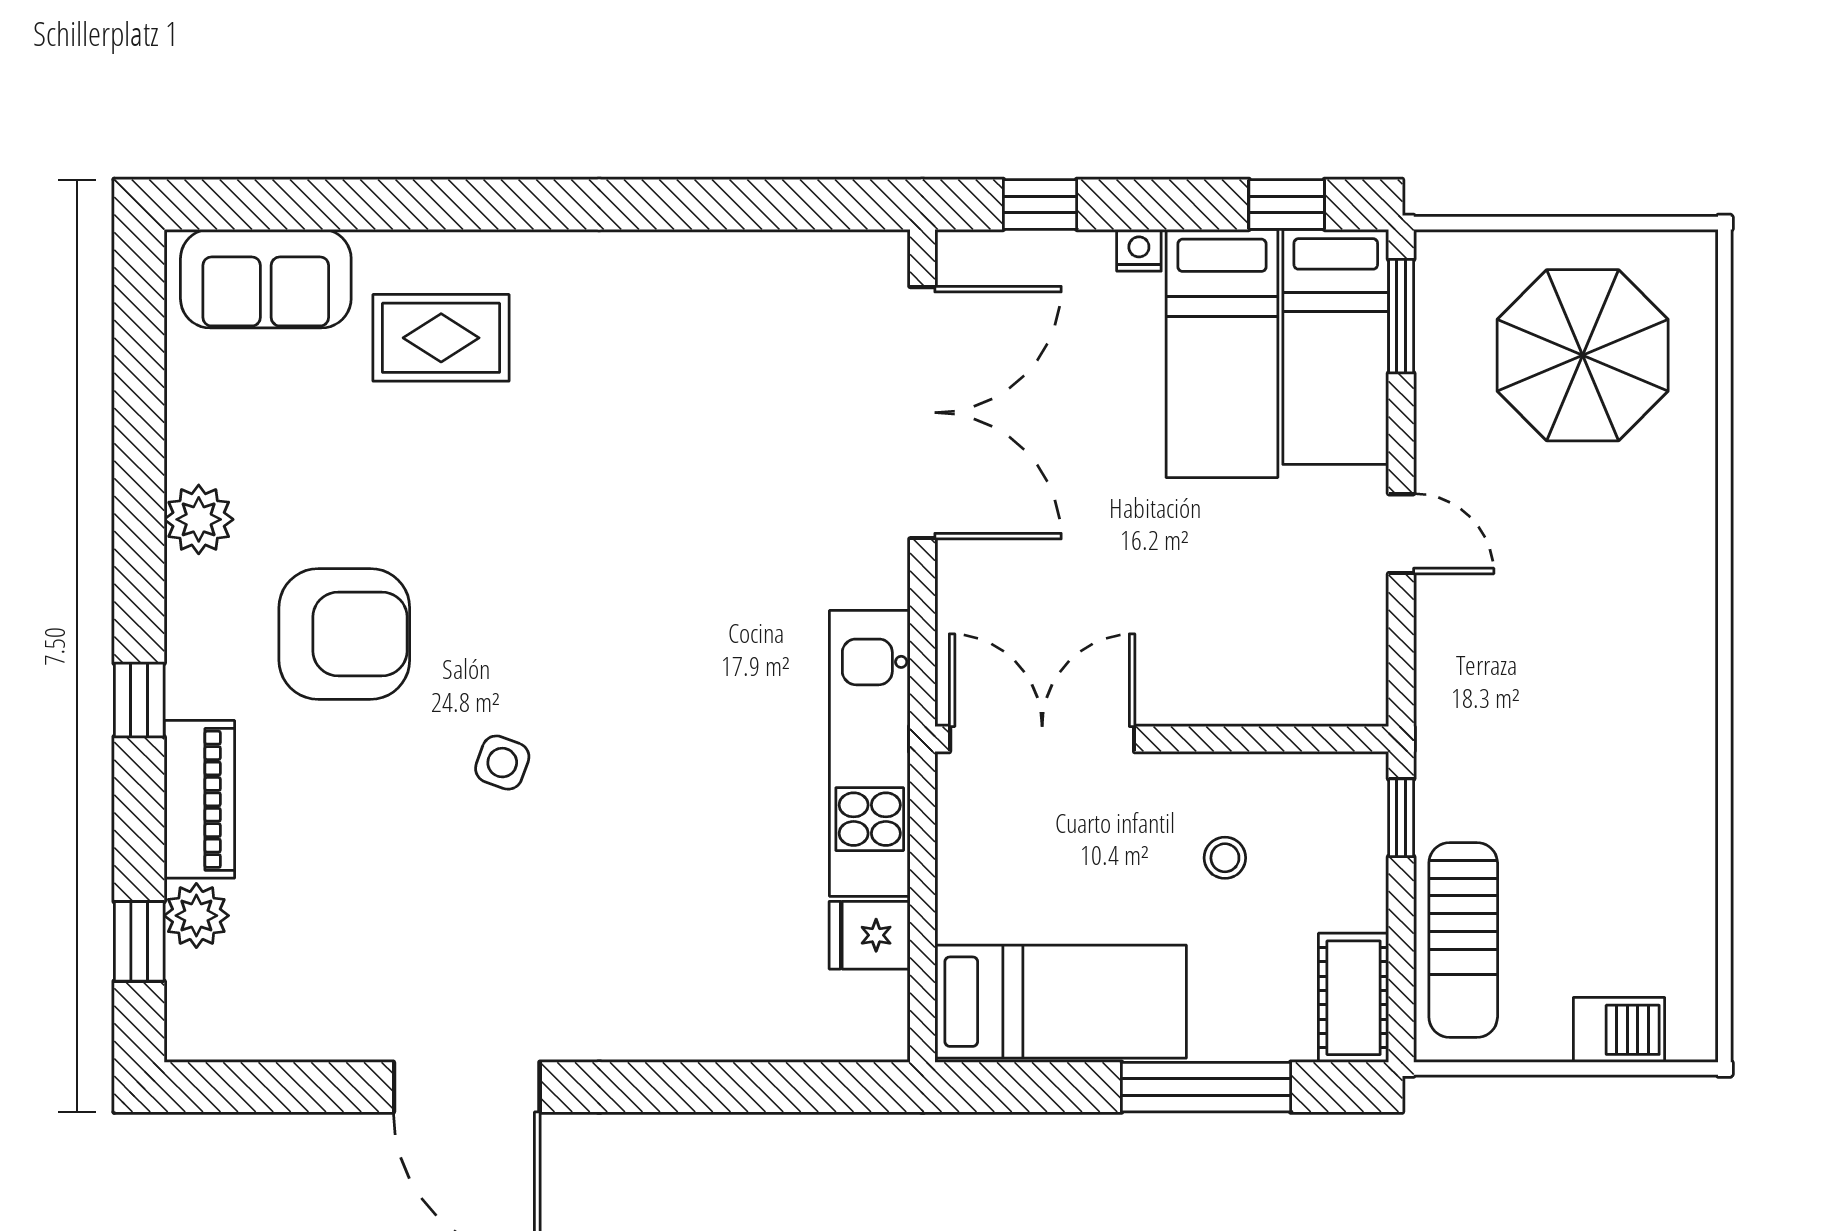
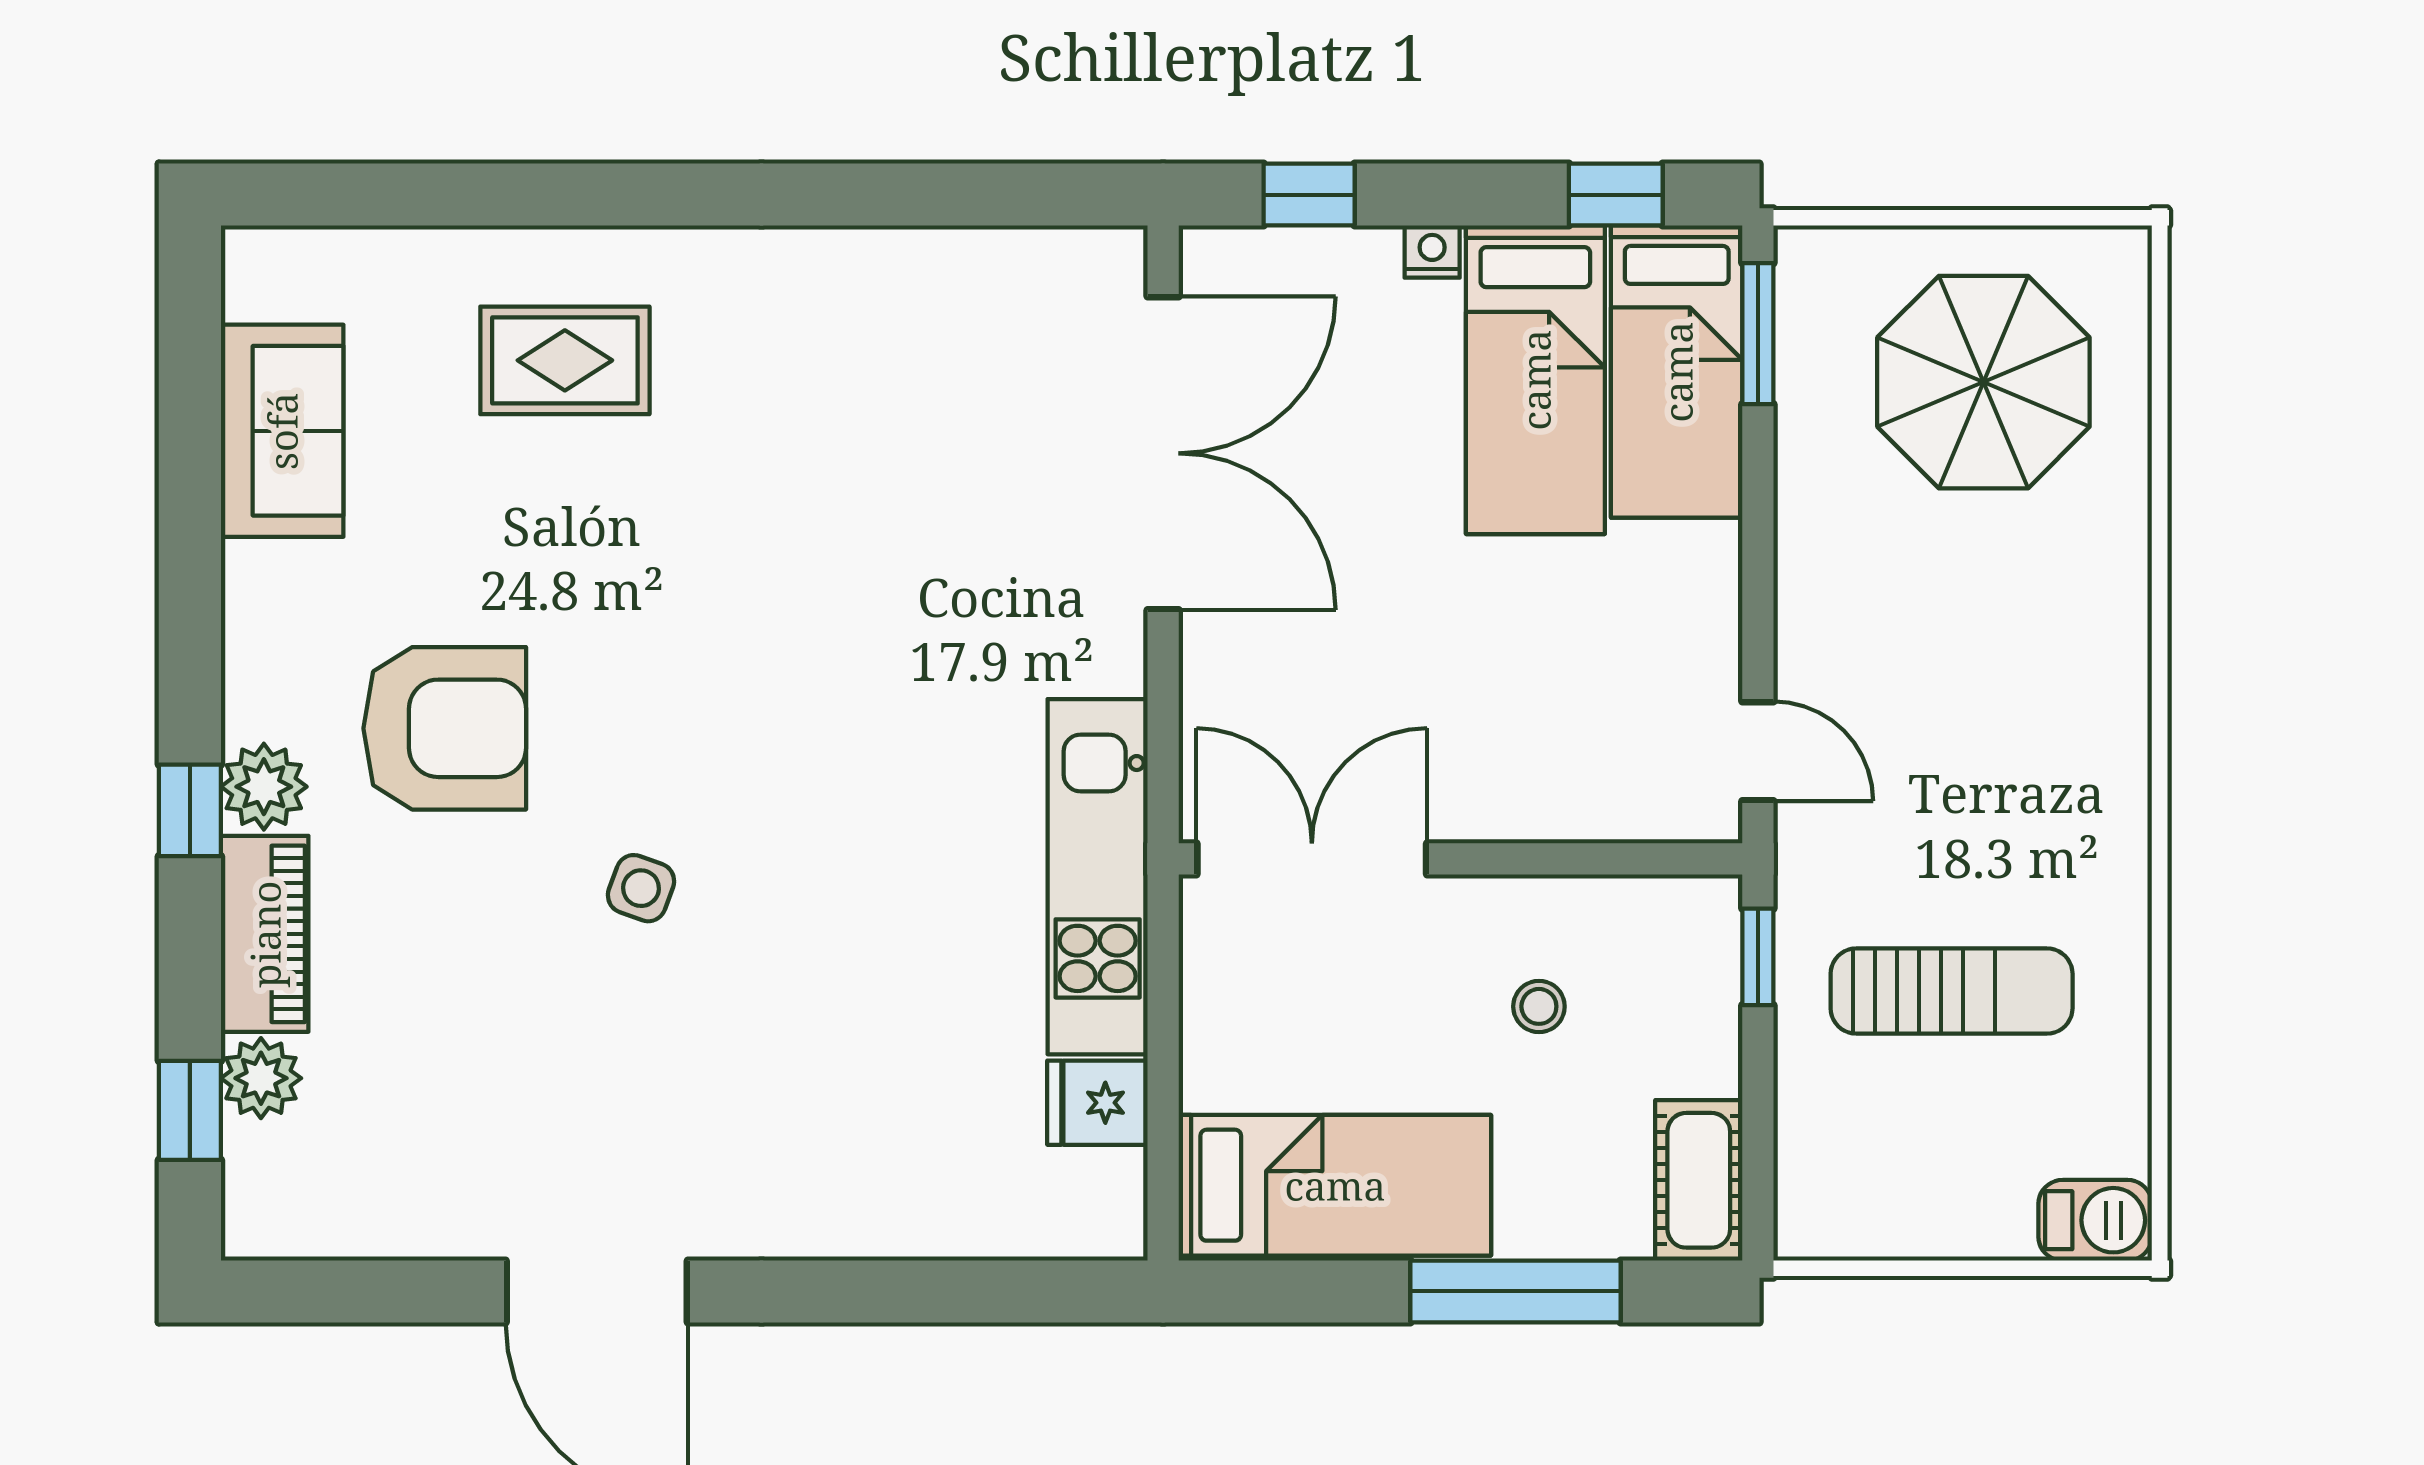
sofa: (266, 279) -> (282, 431), moved, turned -90
plant: (199, 519) -> (264, 787), moved
door: (1401, 534) -> (1758, 751), moved
sun lounger: (1463, 940) -> (1952, 991), moved, turned -90
barbecue: (1619, 1030) -> (2095, 1220), moved

